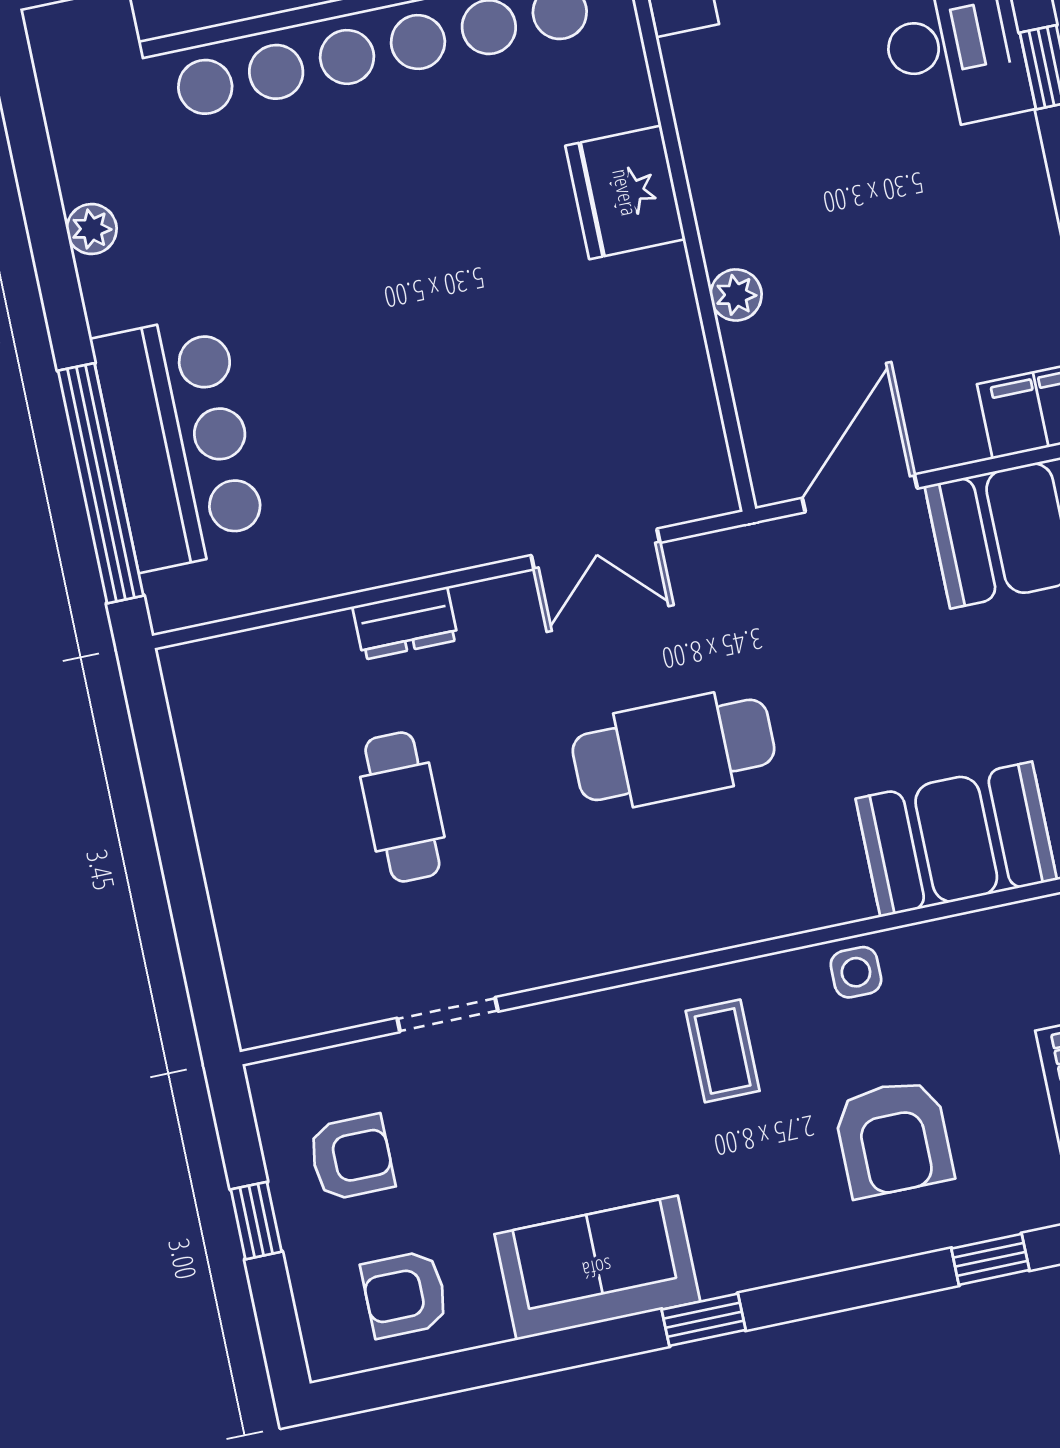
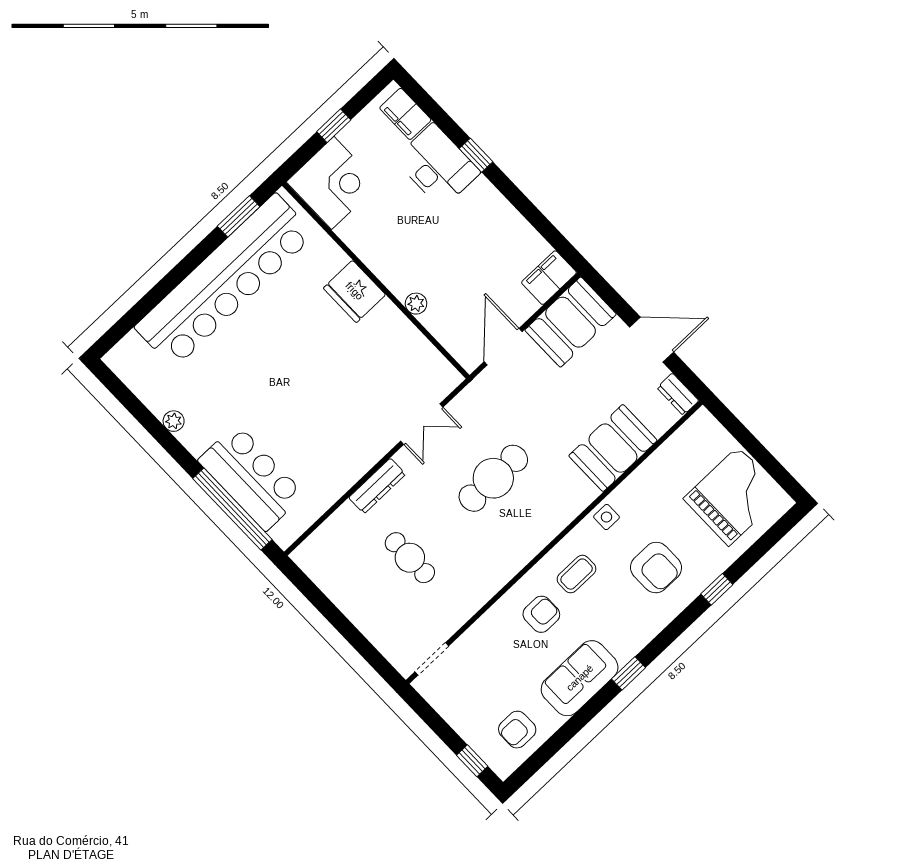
dresser: (405, 623) -> (377, 486), width x1.44
doorway: (448, 1015) -> (432, 659), moved
coffee table: (723, 1051) -> (577, 574), turned 90
armchair: (351, 1157) -> (541, 614), moved
window: (256, 1221) -> (472, 761), moved

